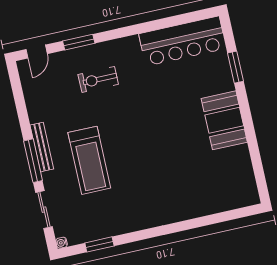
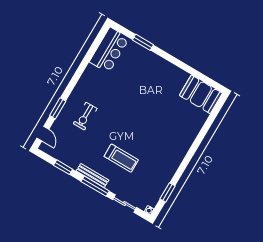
bar counter: (182, 41) -> (109, 50), width x0.73
window: (21, 107) -> (63, 167), added
booth: (224, 120) -> (201, 94), moved
treadmill: (89, 160) -> (121, 158), width x0.73, depth x0.73

